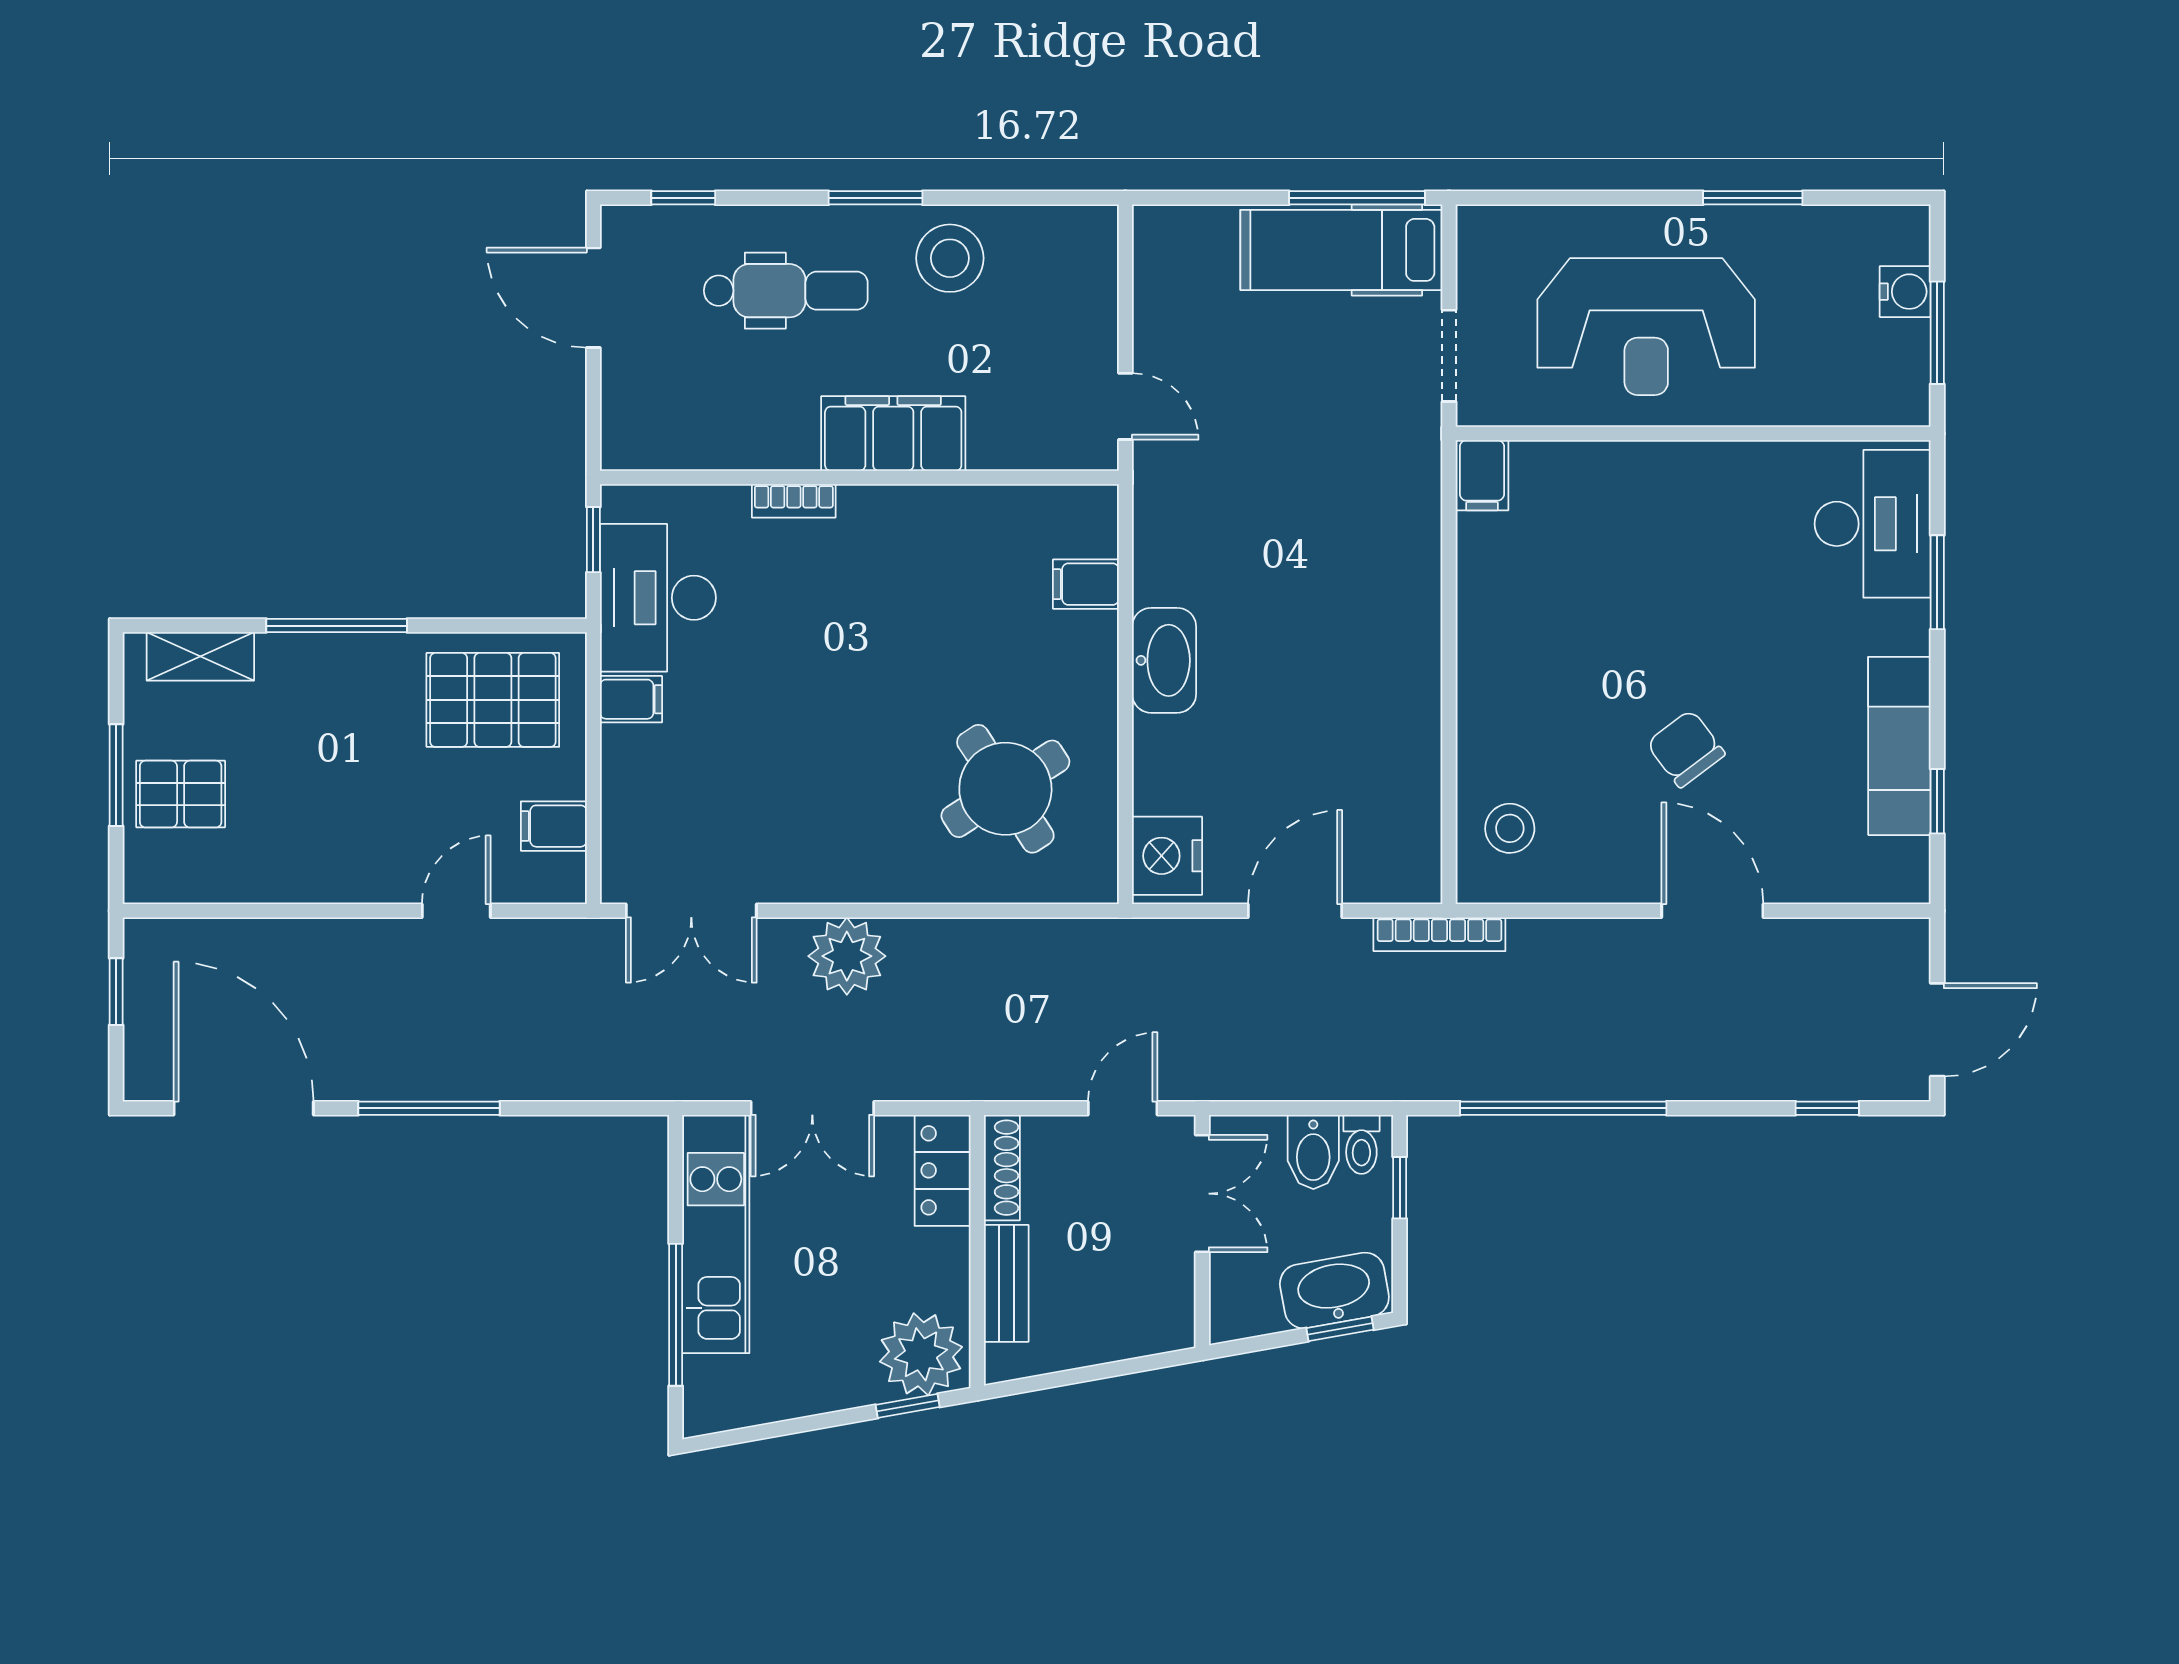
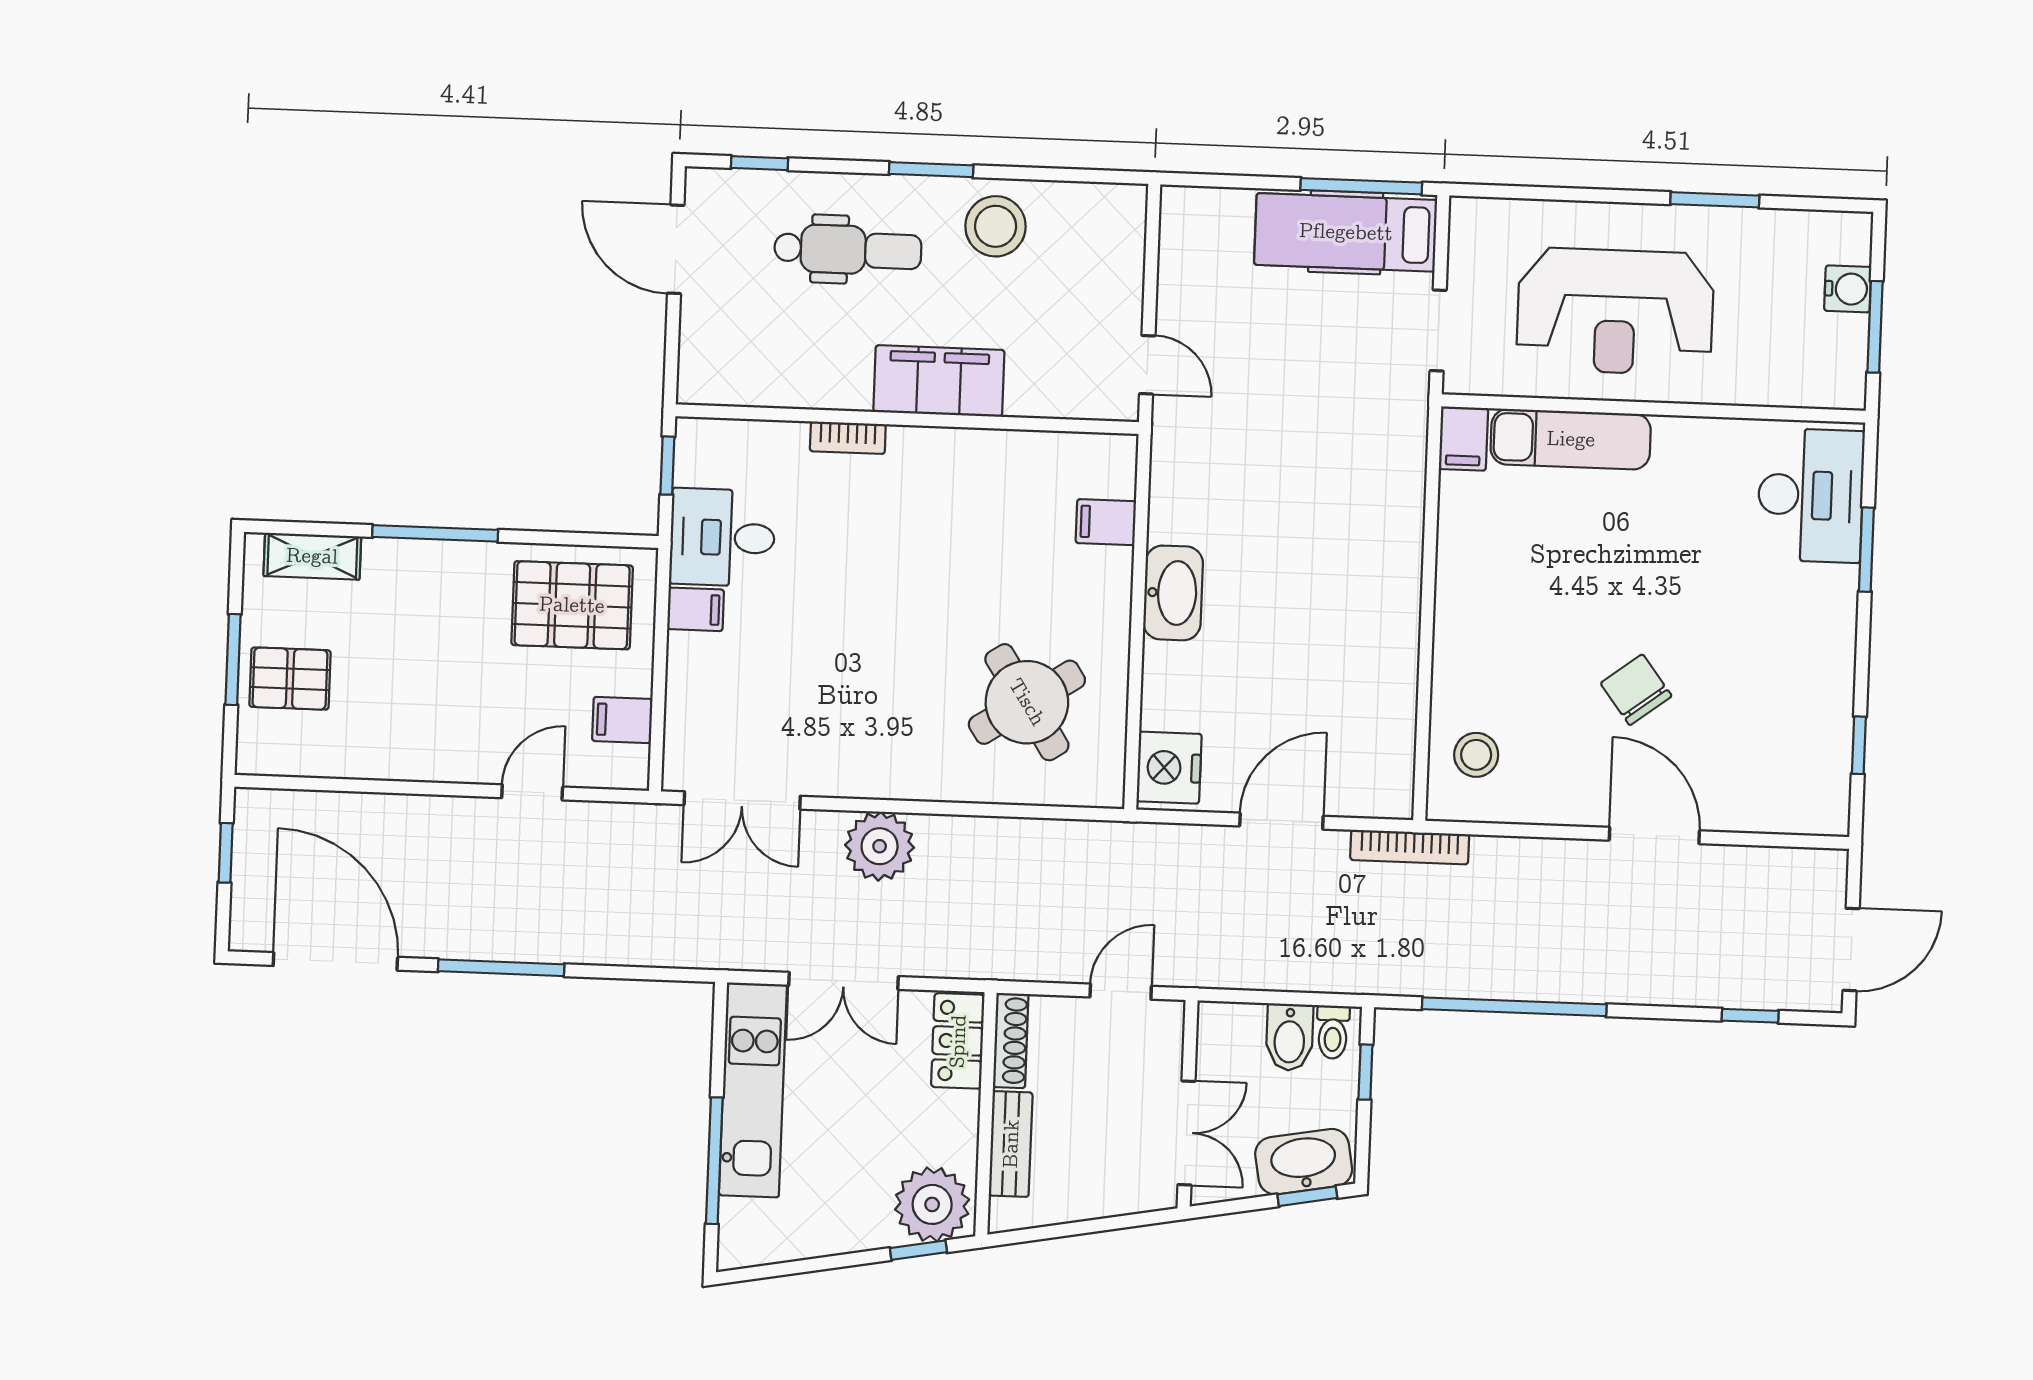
desk: (658, 598) -> (722, 538), width x0.73
exam couch: (1899, 746) -> (1571, 439), moved, turned -90
double door: (1202, 1194) -> (1186, 1133), moved

